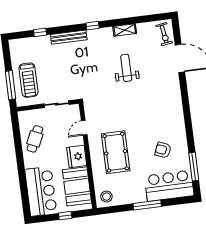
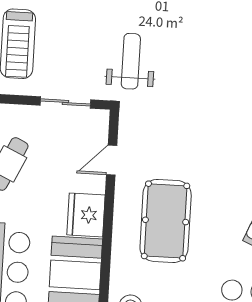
weight bench: (126, 68) -> (131, 61), moved

